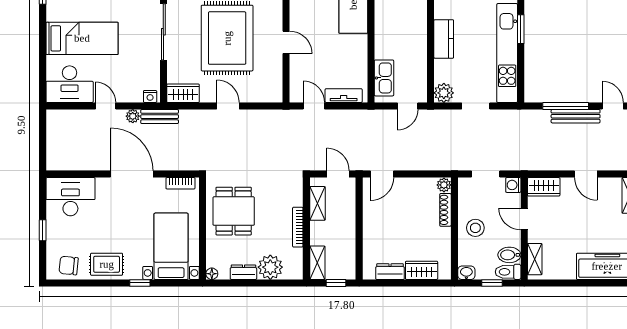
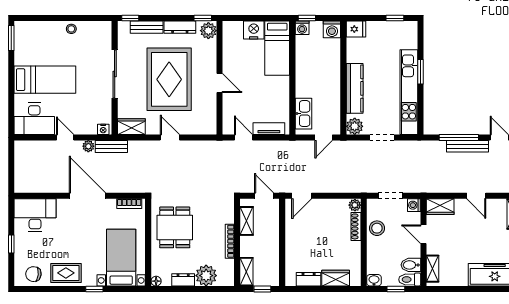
kitchen counter: (444, 39) -> (355, 88), width x1.50
stool: (475, 228) -> (377, 228), moved

